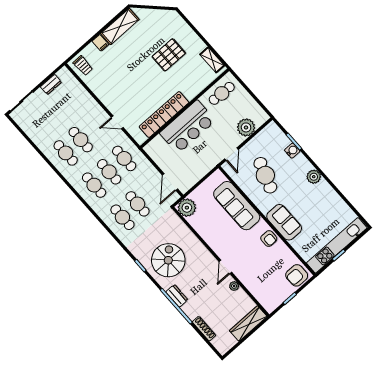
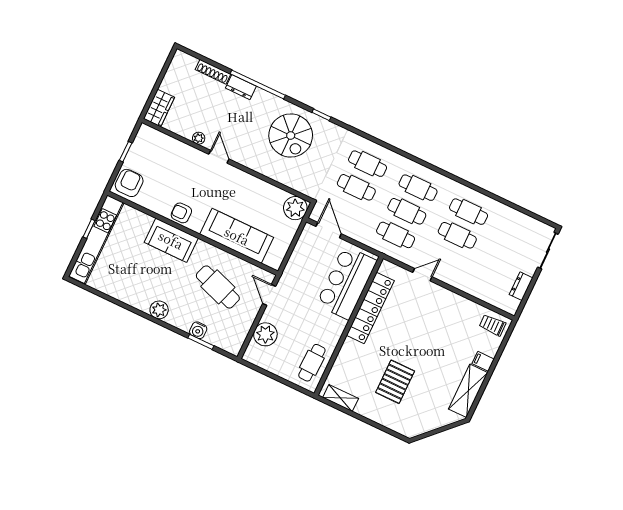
bar counter: (188, 127) -> (347, 283), moved
dresser: (177, 296) -> (241, 87), moved
wardrobe: (248, 324) -> (159, 108), width x0.67

